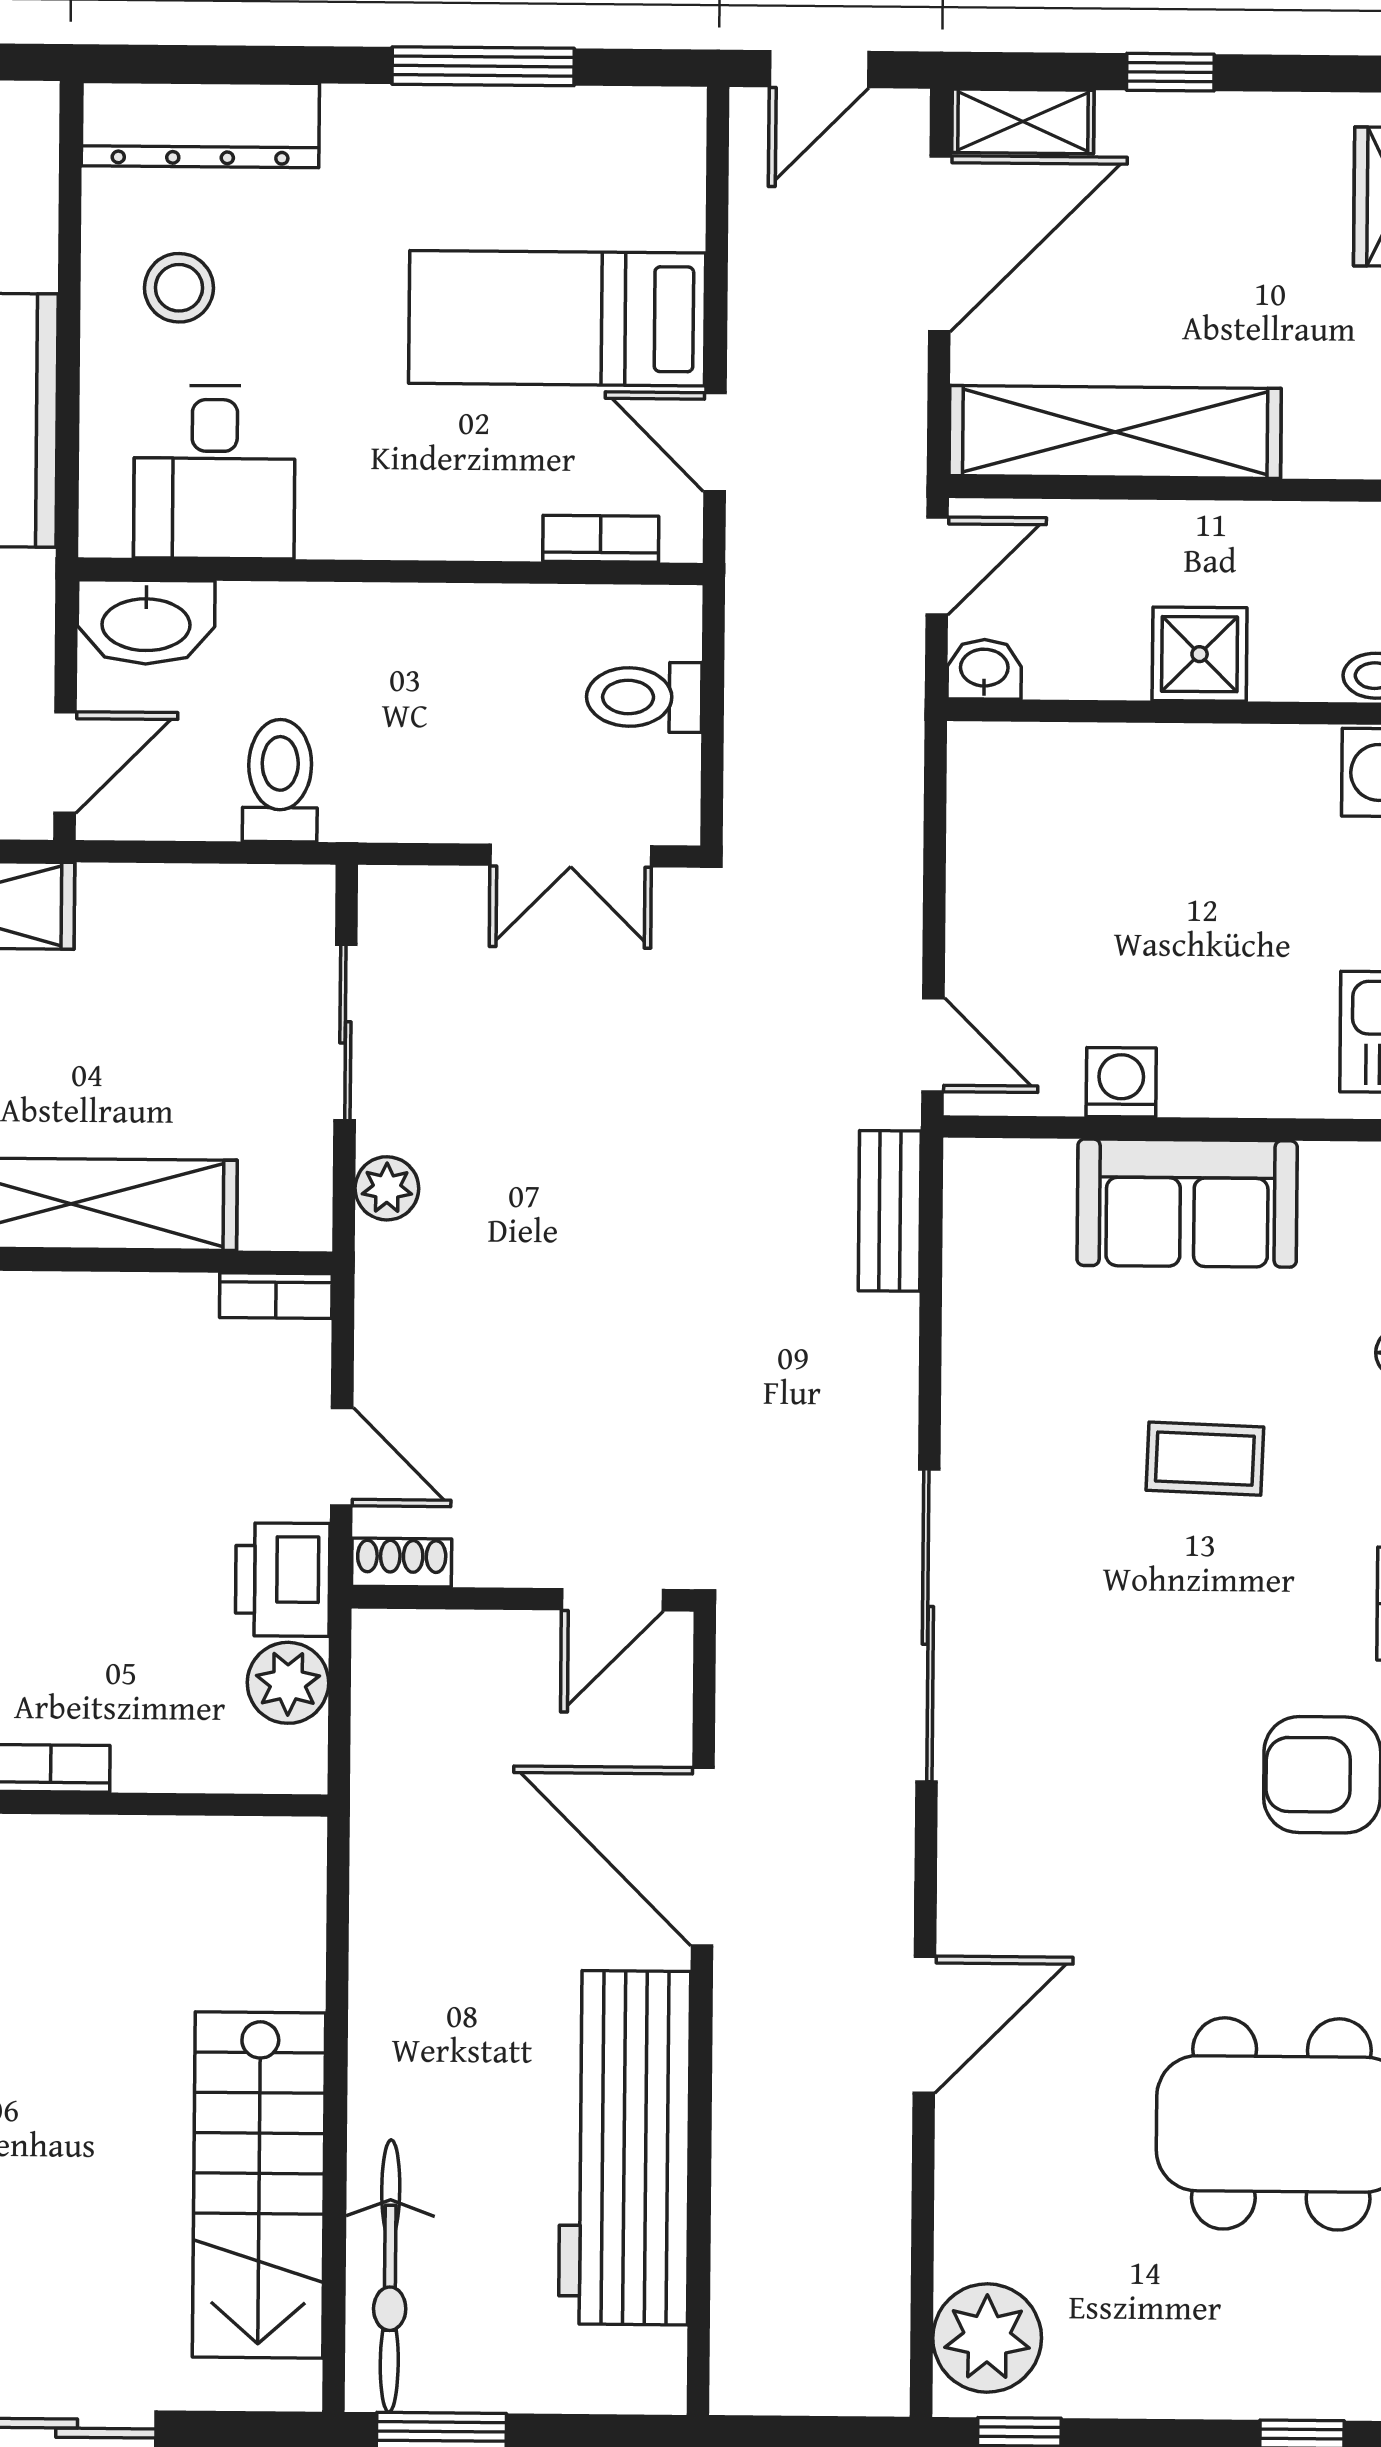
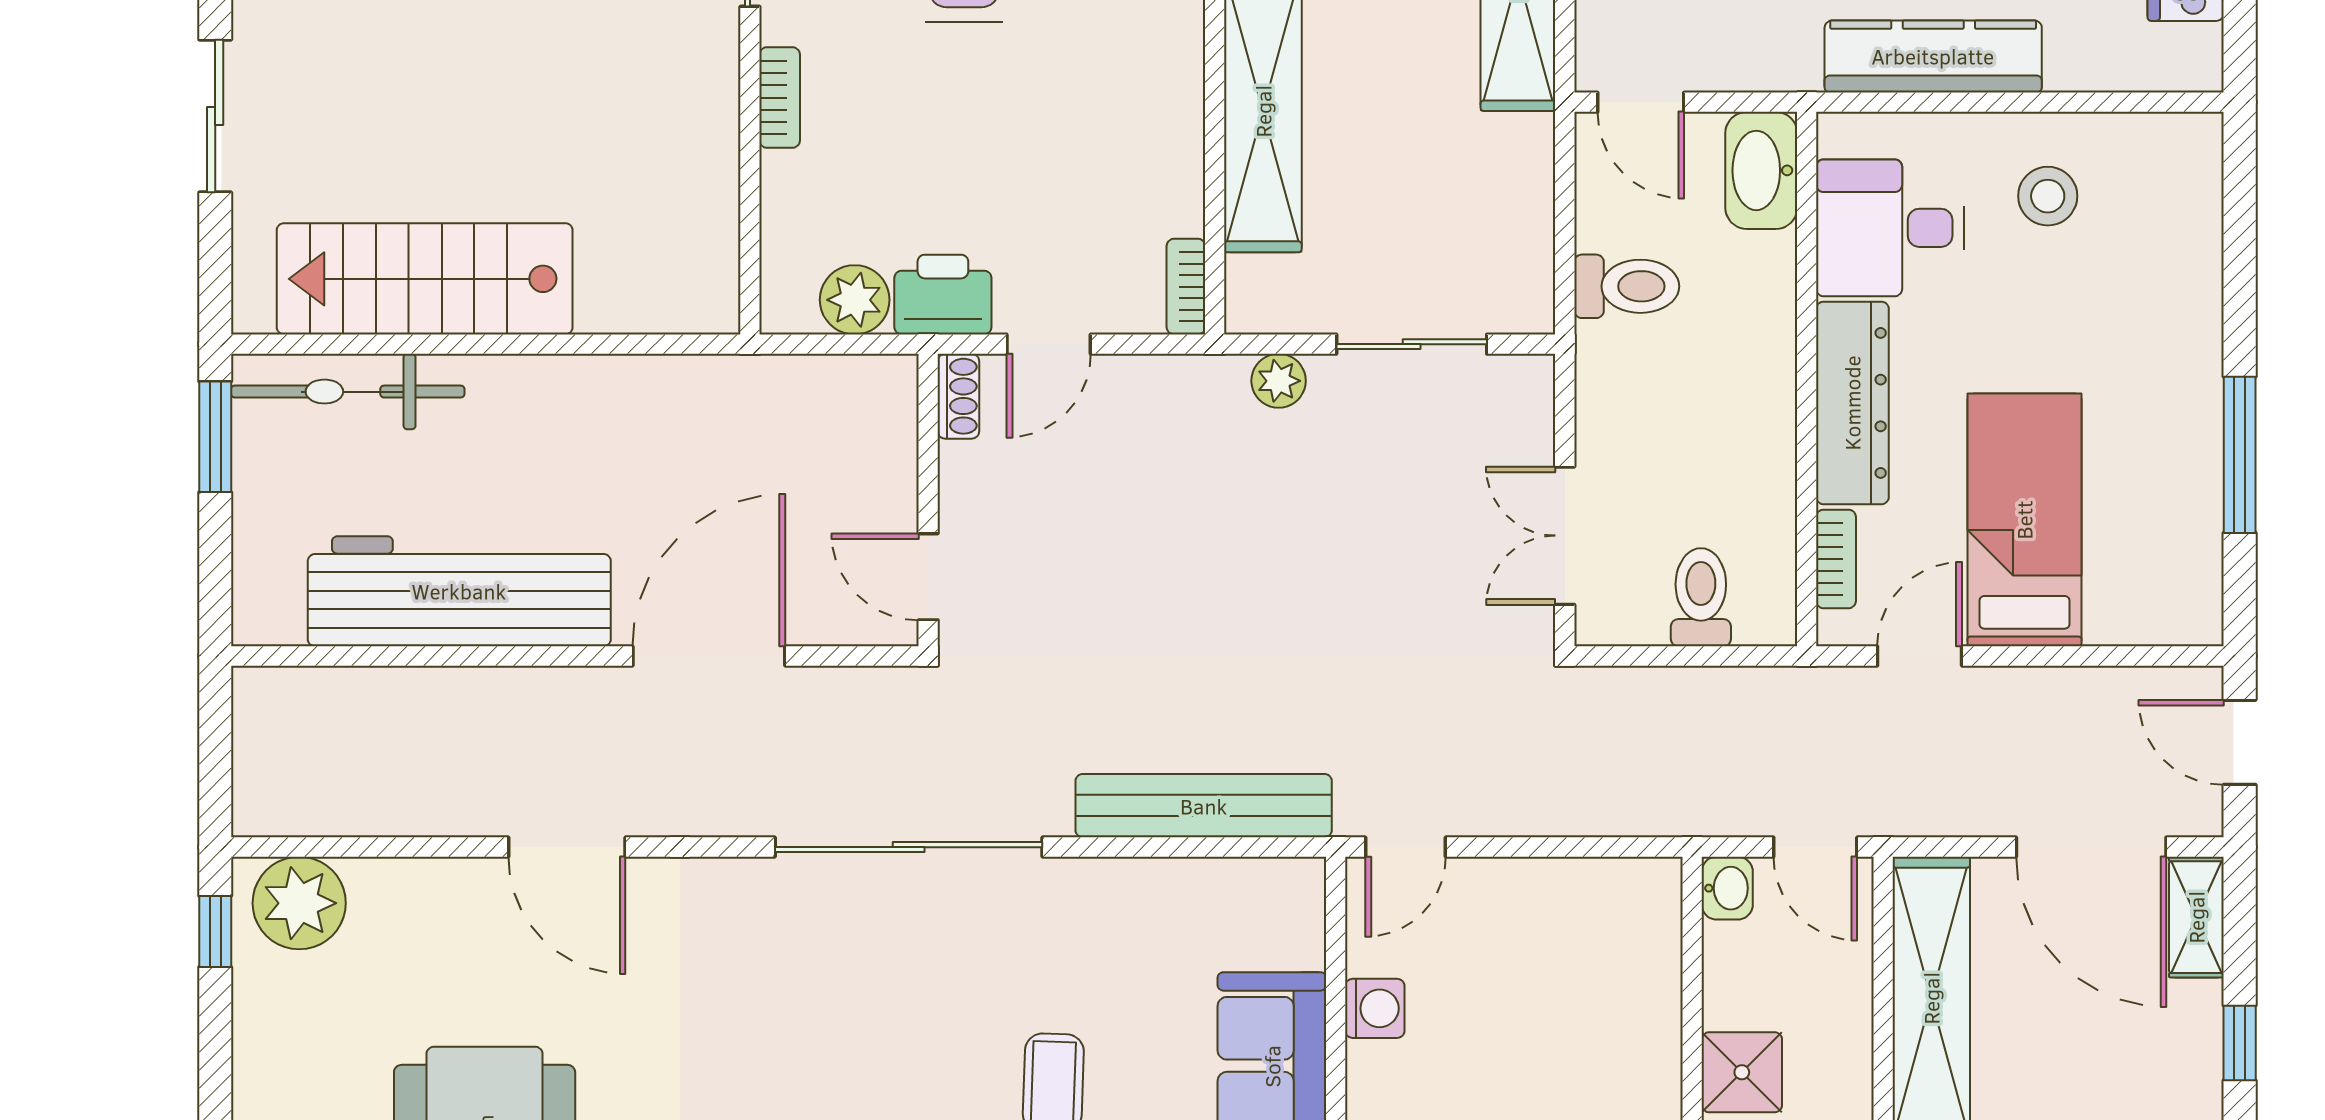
dresser: (200, 125) -> (1852, 403), moved, turned 180
bench: (890, 1211) -> (1204, 806), width x1.86, depth x1.21

